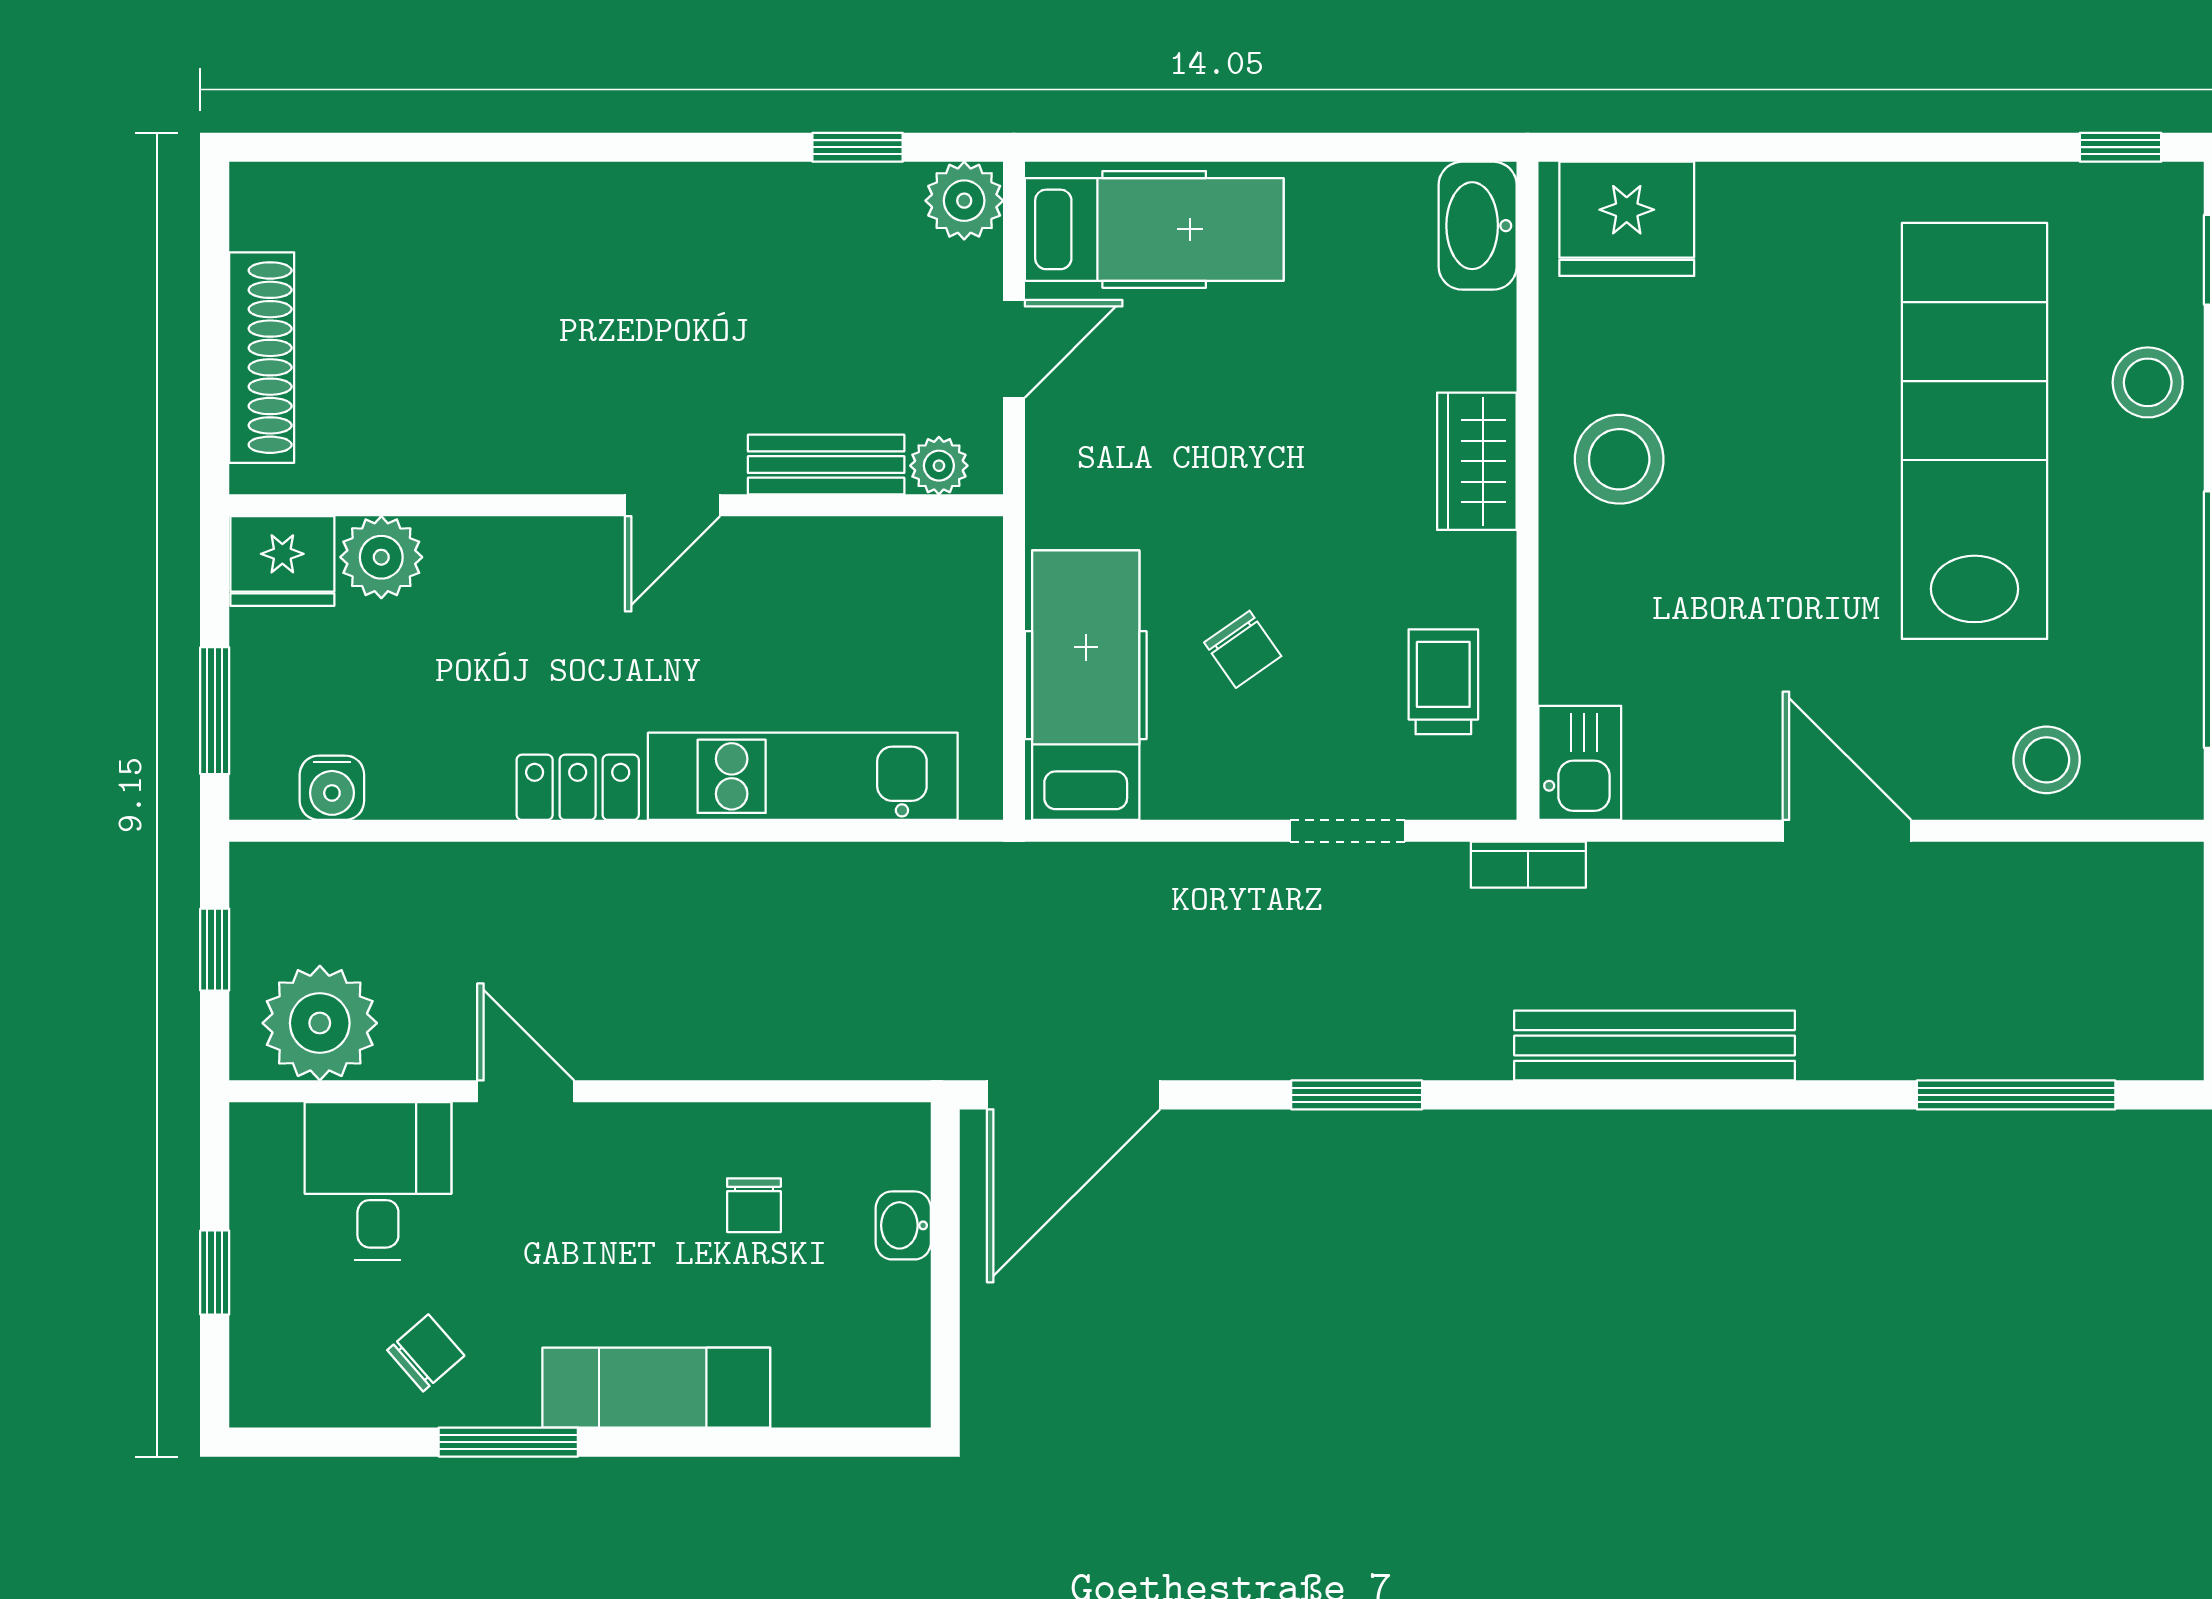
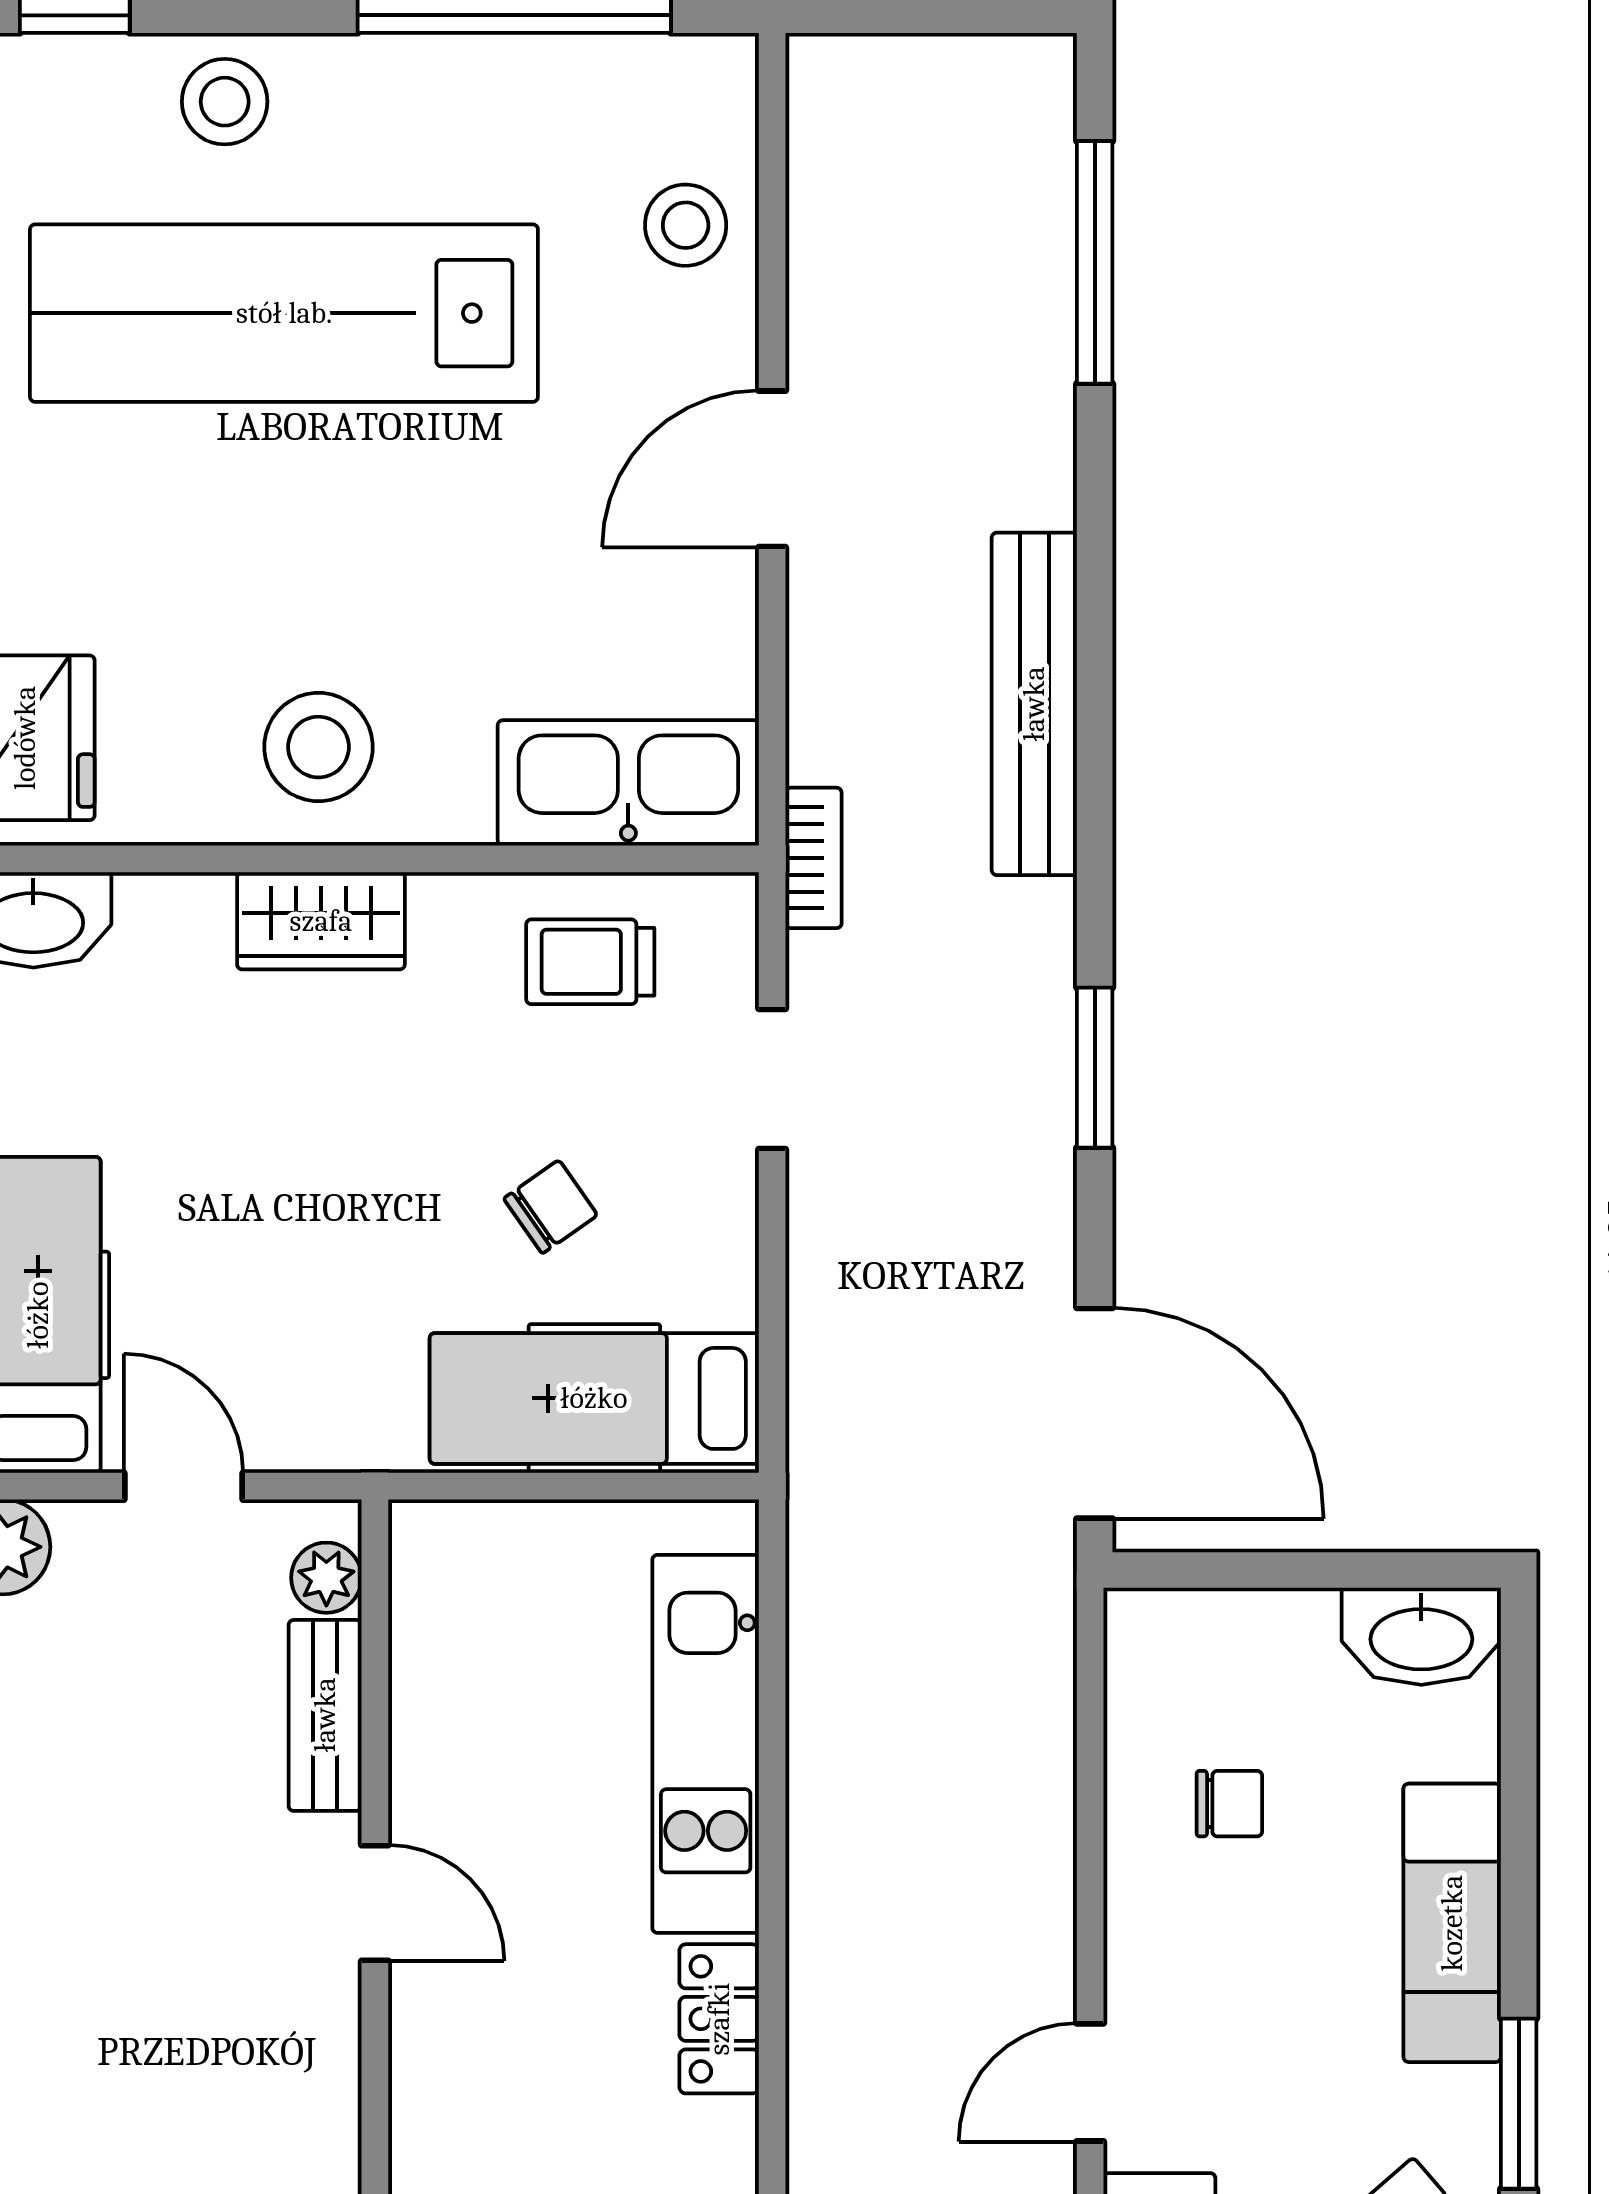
kitchen sink: (1580, 763) -> (628, 783), width x1.88, depth x1.24
washbasin: (903, 1225) -> (1421, 1636), moved, width x1.91, depth x1.45

